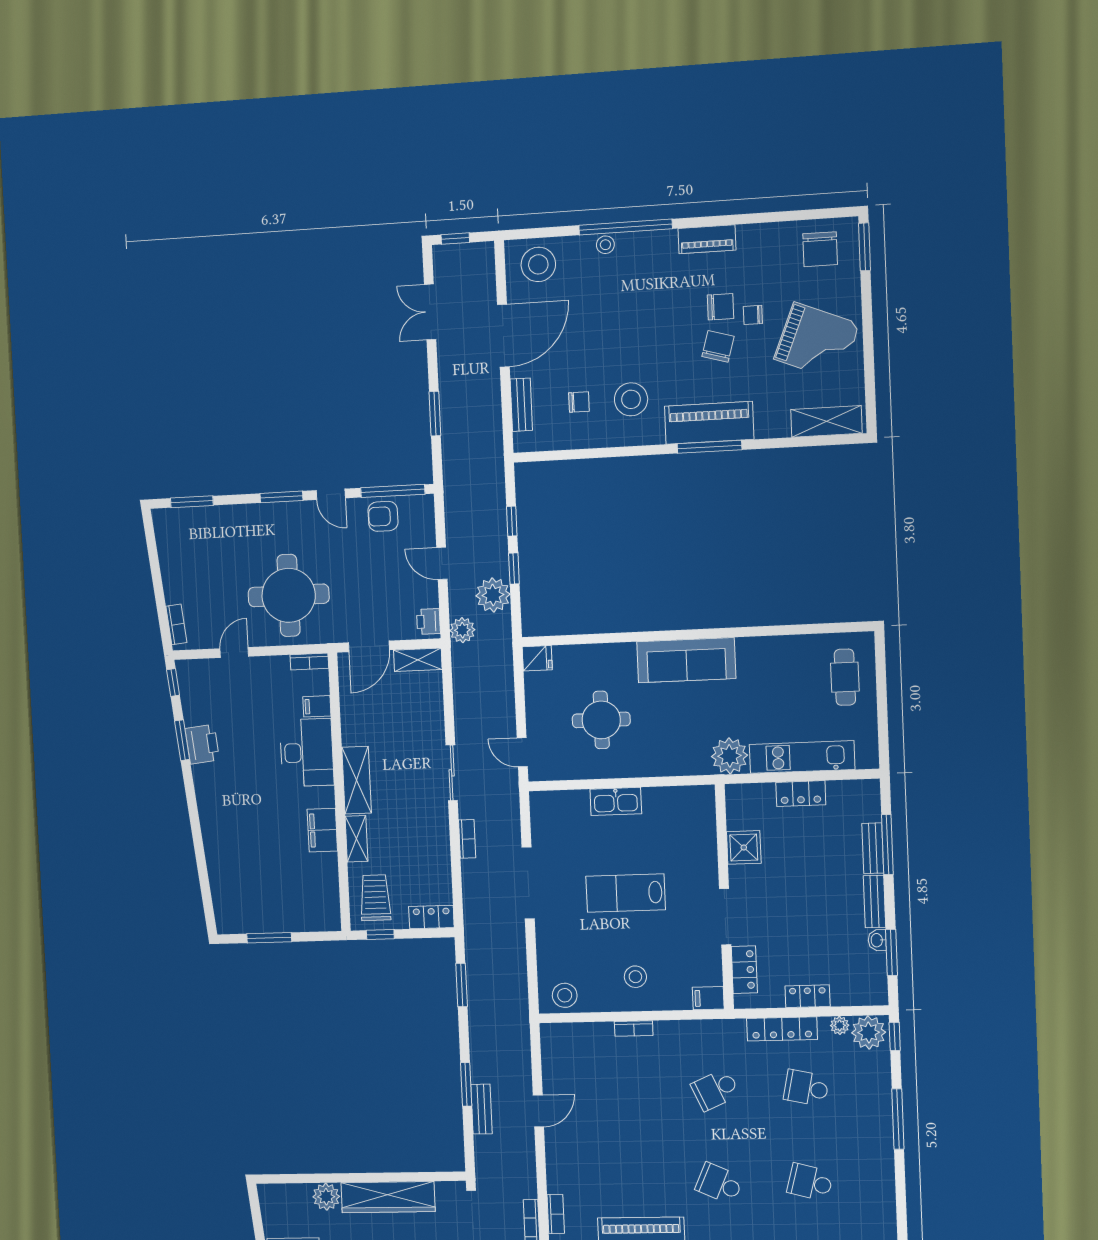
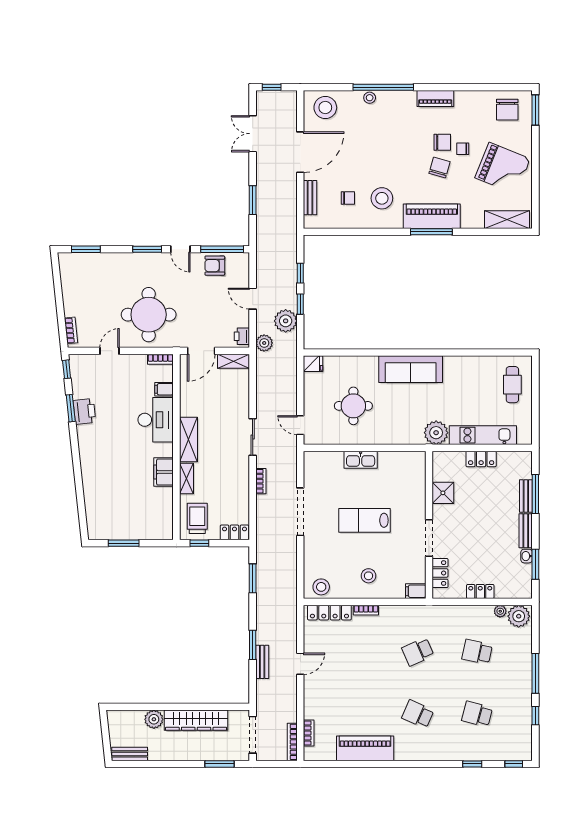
locker: (782, 1029) -> (329, 613), moved
window: (895, 1036) -> (535, 716), moved

